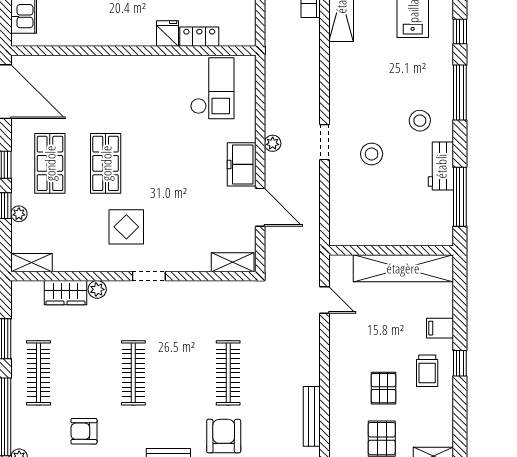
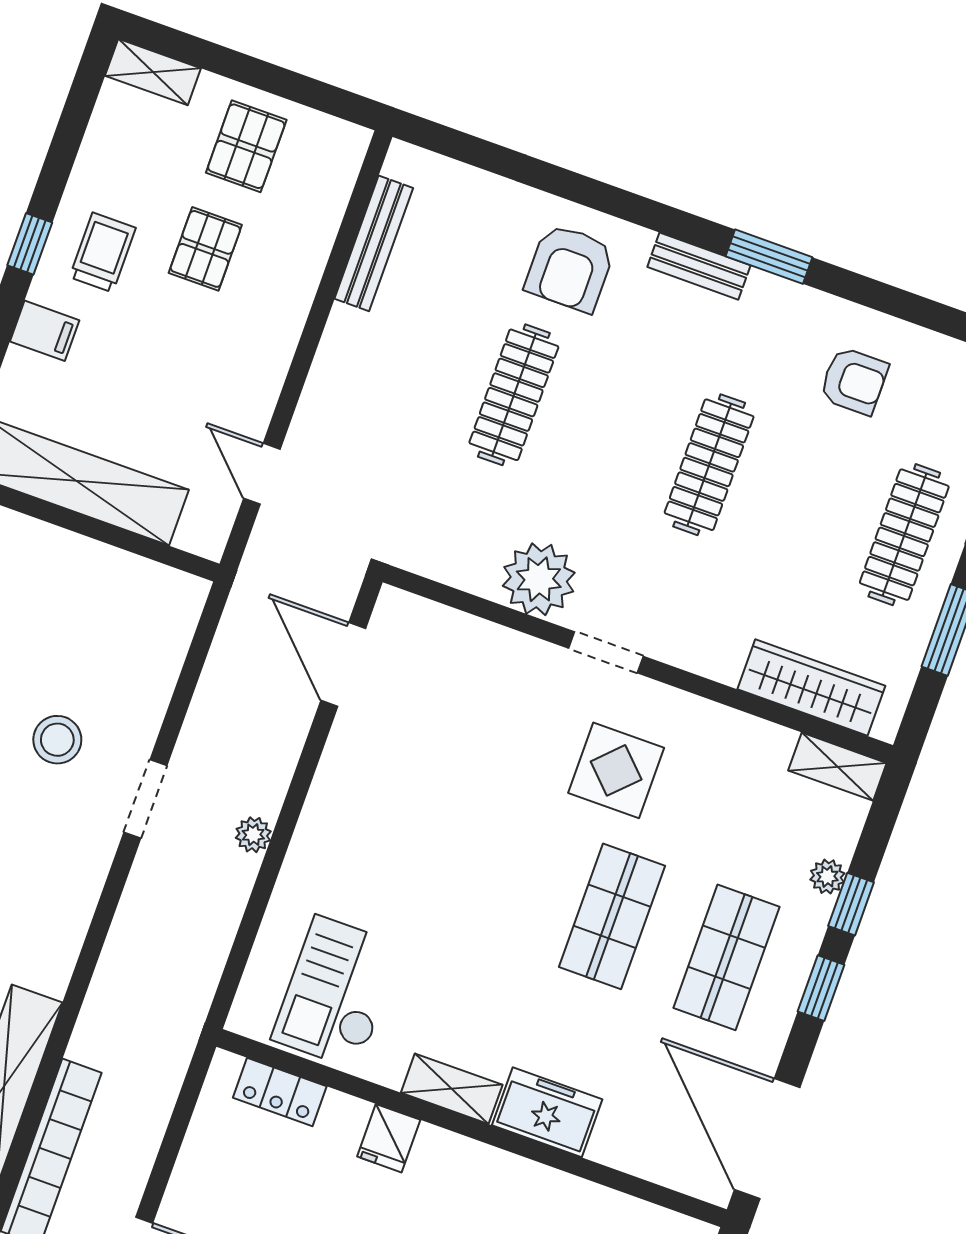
locker: (199, 37) -> (280, 1092), moved
freezer: (242, 164) -> (547, 1112), moved, turned -90
door: (260, 207) -> (343, 664), moved
shelving: (233, 262) -> (452, 1089), moved
plant: (97, 289) -> (539, 579), moved, width x1.88, depth x1.88
wardrobe: (65, 293) -> (811, 688), width x1.50

